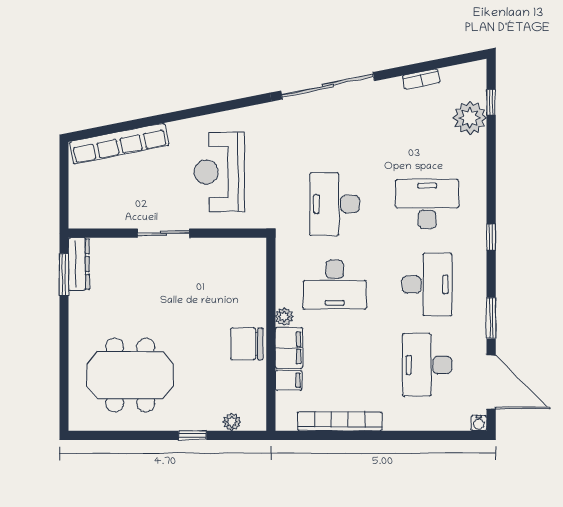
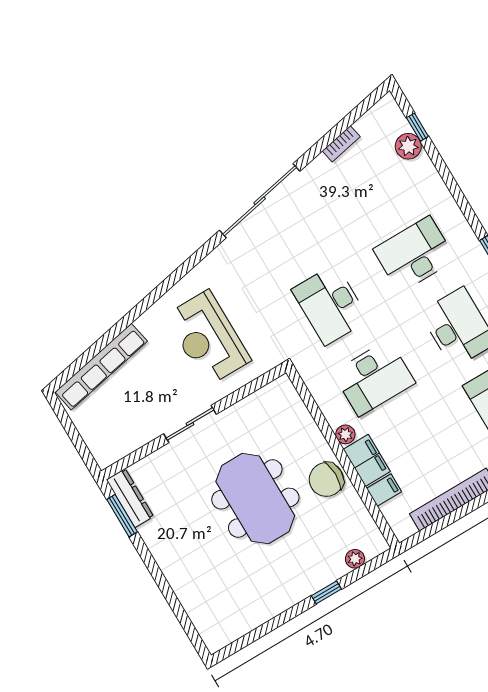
plant: (470, 118) -> (408, 146), width x0.73, depth x0.73
meeting table: (130, 375) -> (255, 499), moved, turned 90

